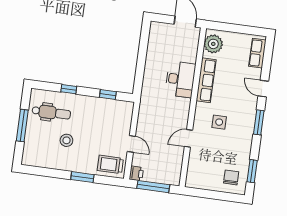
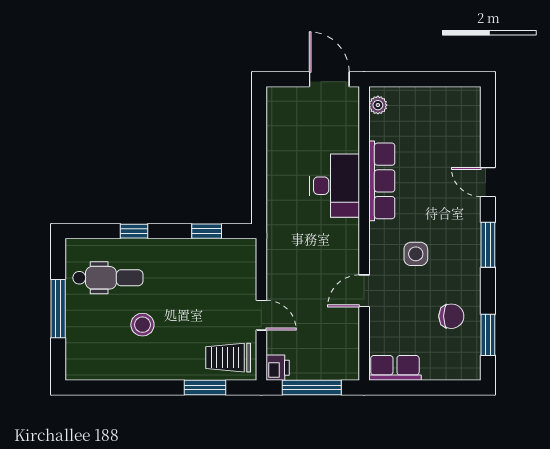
plant: (213, 44) -> (378, 105), width x0.53, depth x0.53
row of seats: (257, 53) -> (395, 368), moved, turned 90
window: (82, 177) -> (205, 387), moved
chair: (231, 177) -> (451, 316), moved, turned 90

